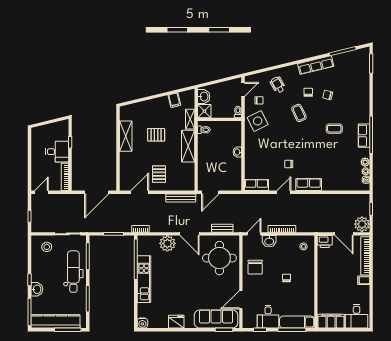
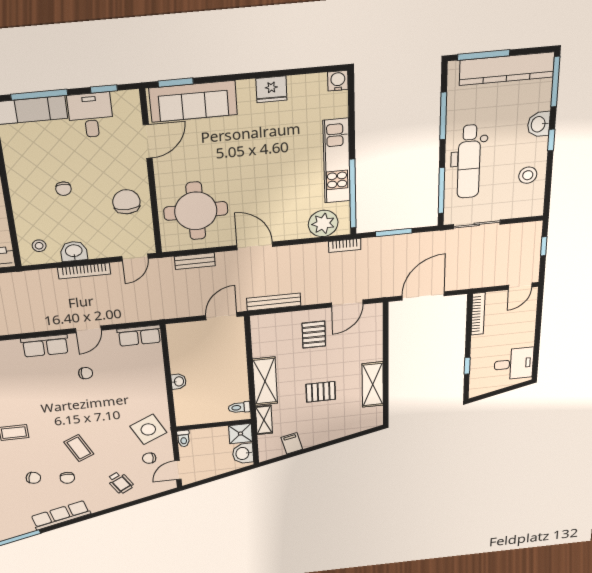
desk: (57, 152) -> (514, 364), moved, turned 180
washbasin: (269, 241) -> (74, 251), moved
plant: (167, 243) -> (323, 224), moved
stool: (47, 247) -> (528, 175), moved

